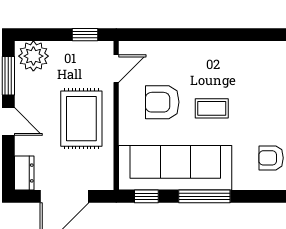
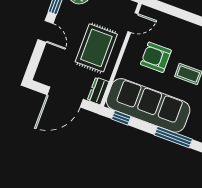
dresser: (24, 173) -> (98, 91), moved, turned 180
window: (204, 196) -> (173, 137), moved

